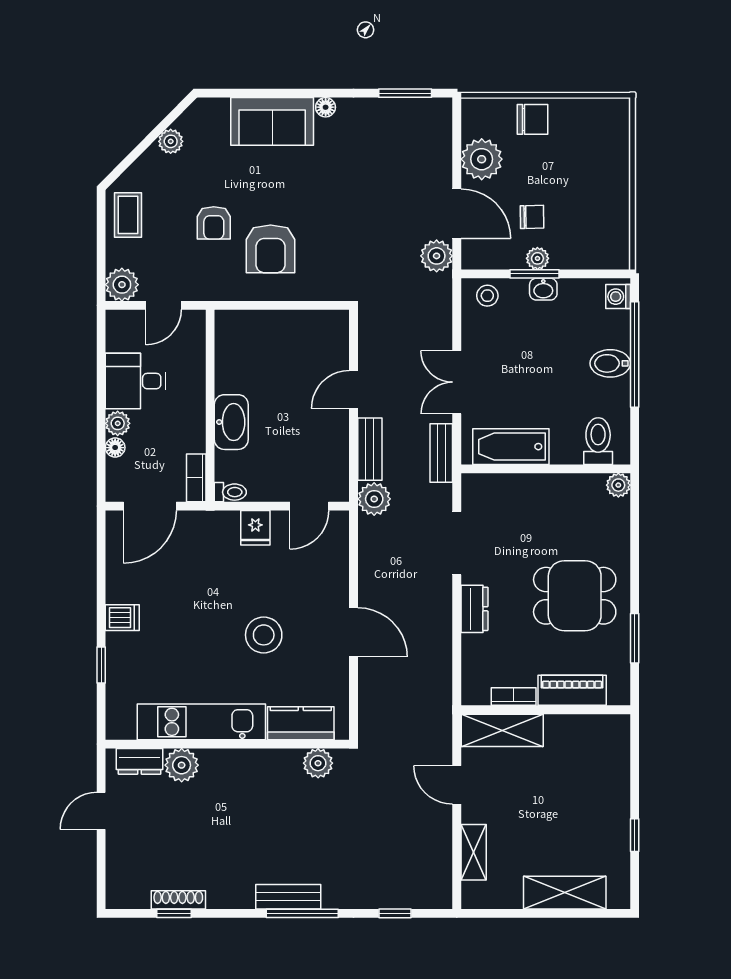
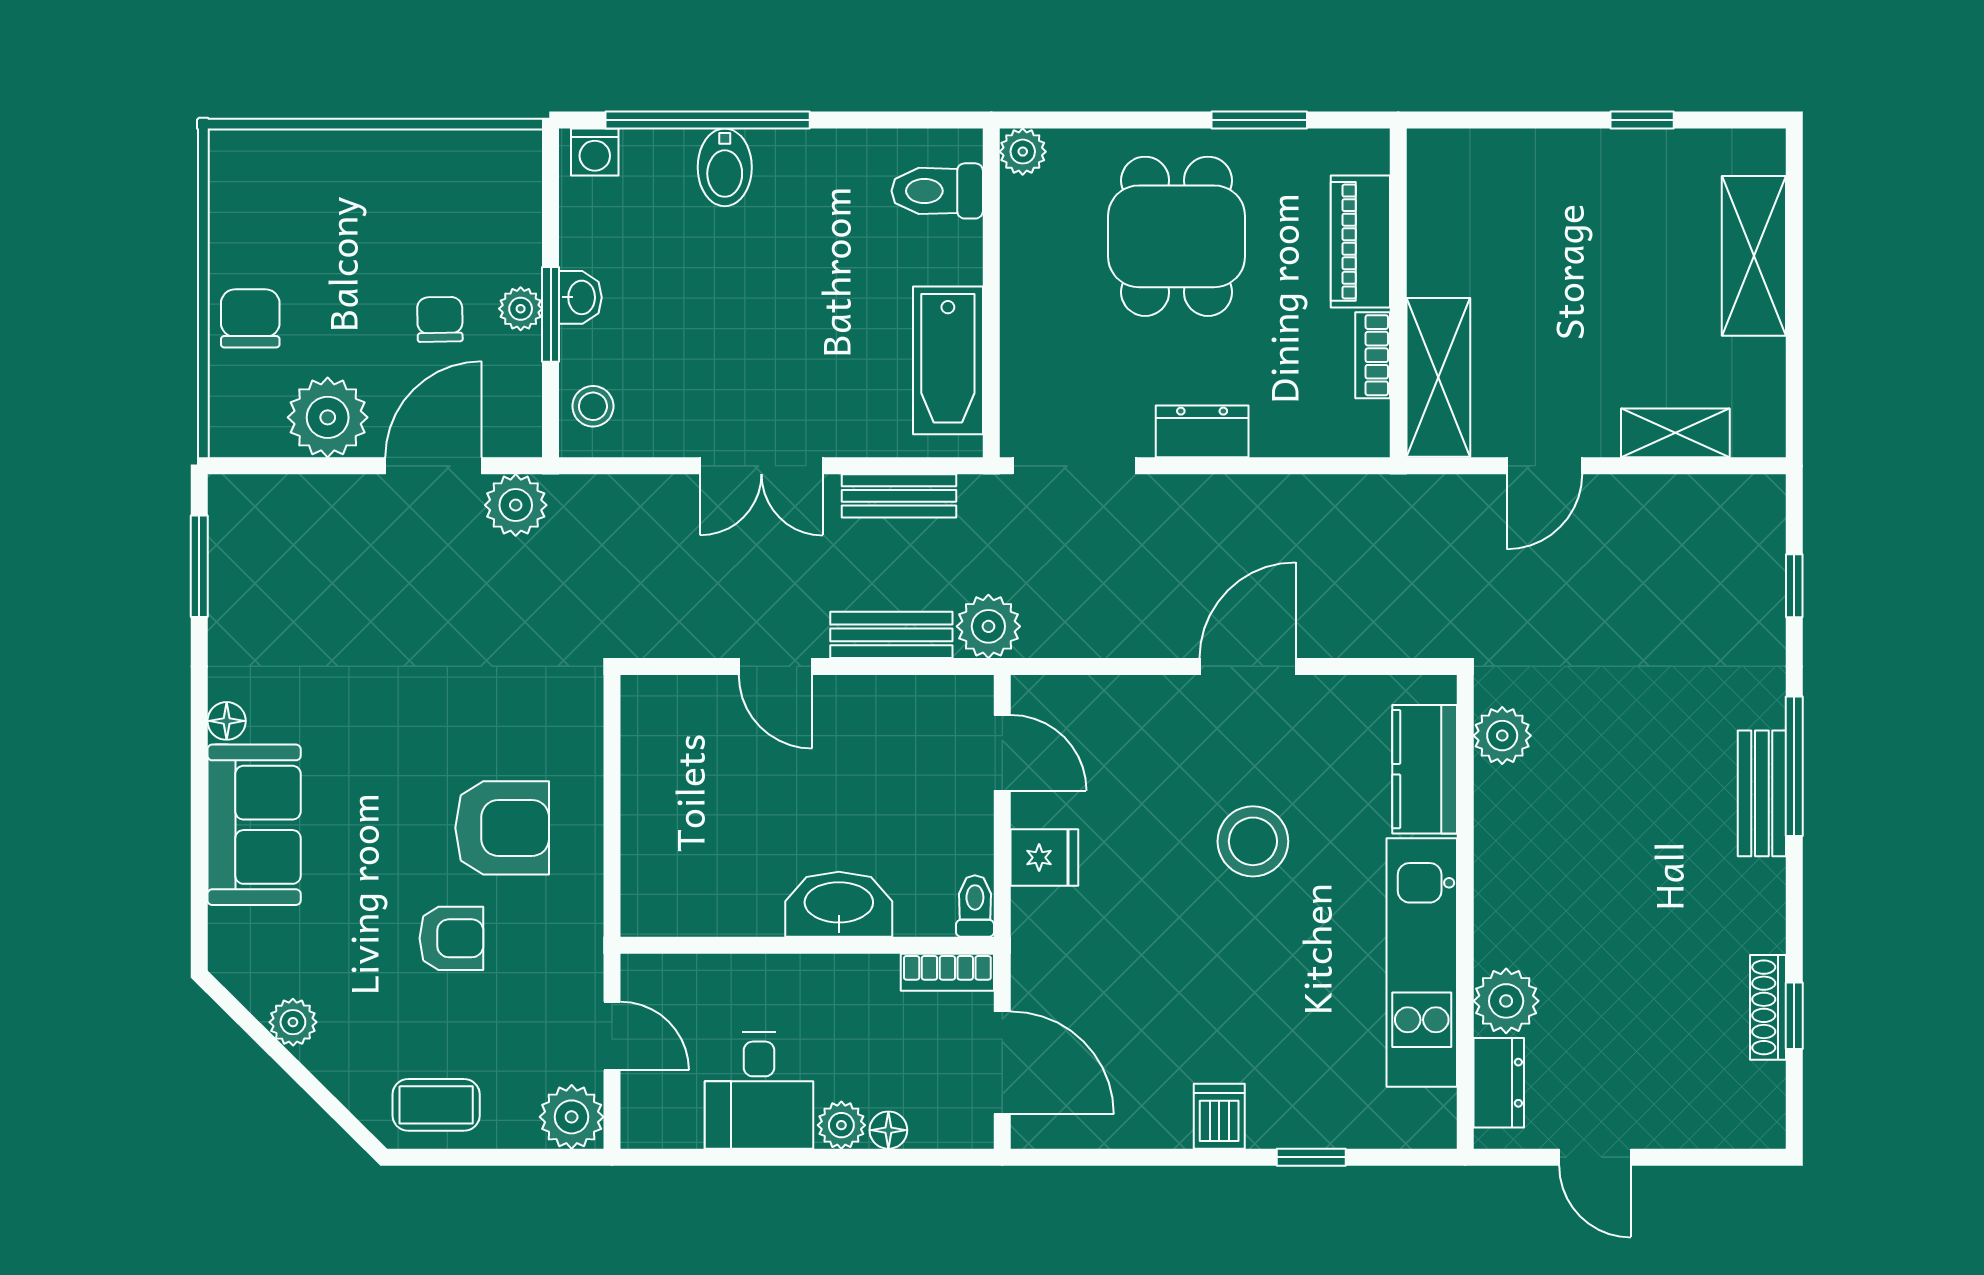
toilet: (598, 441) -> (937, 191), moved
bathtub: (511, 447) -> (948, 360), moved
wall: (546, 469) -> (991, 293), moved
plant: (618, 485) -> (1023, 152), moved

